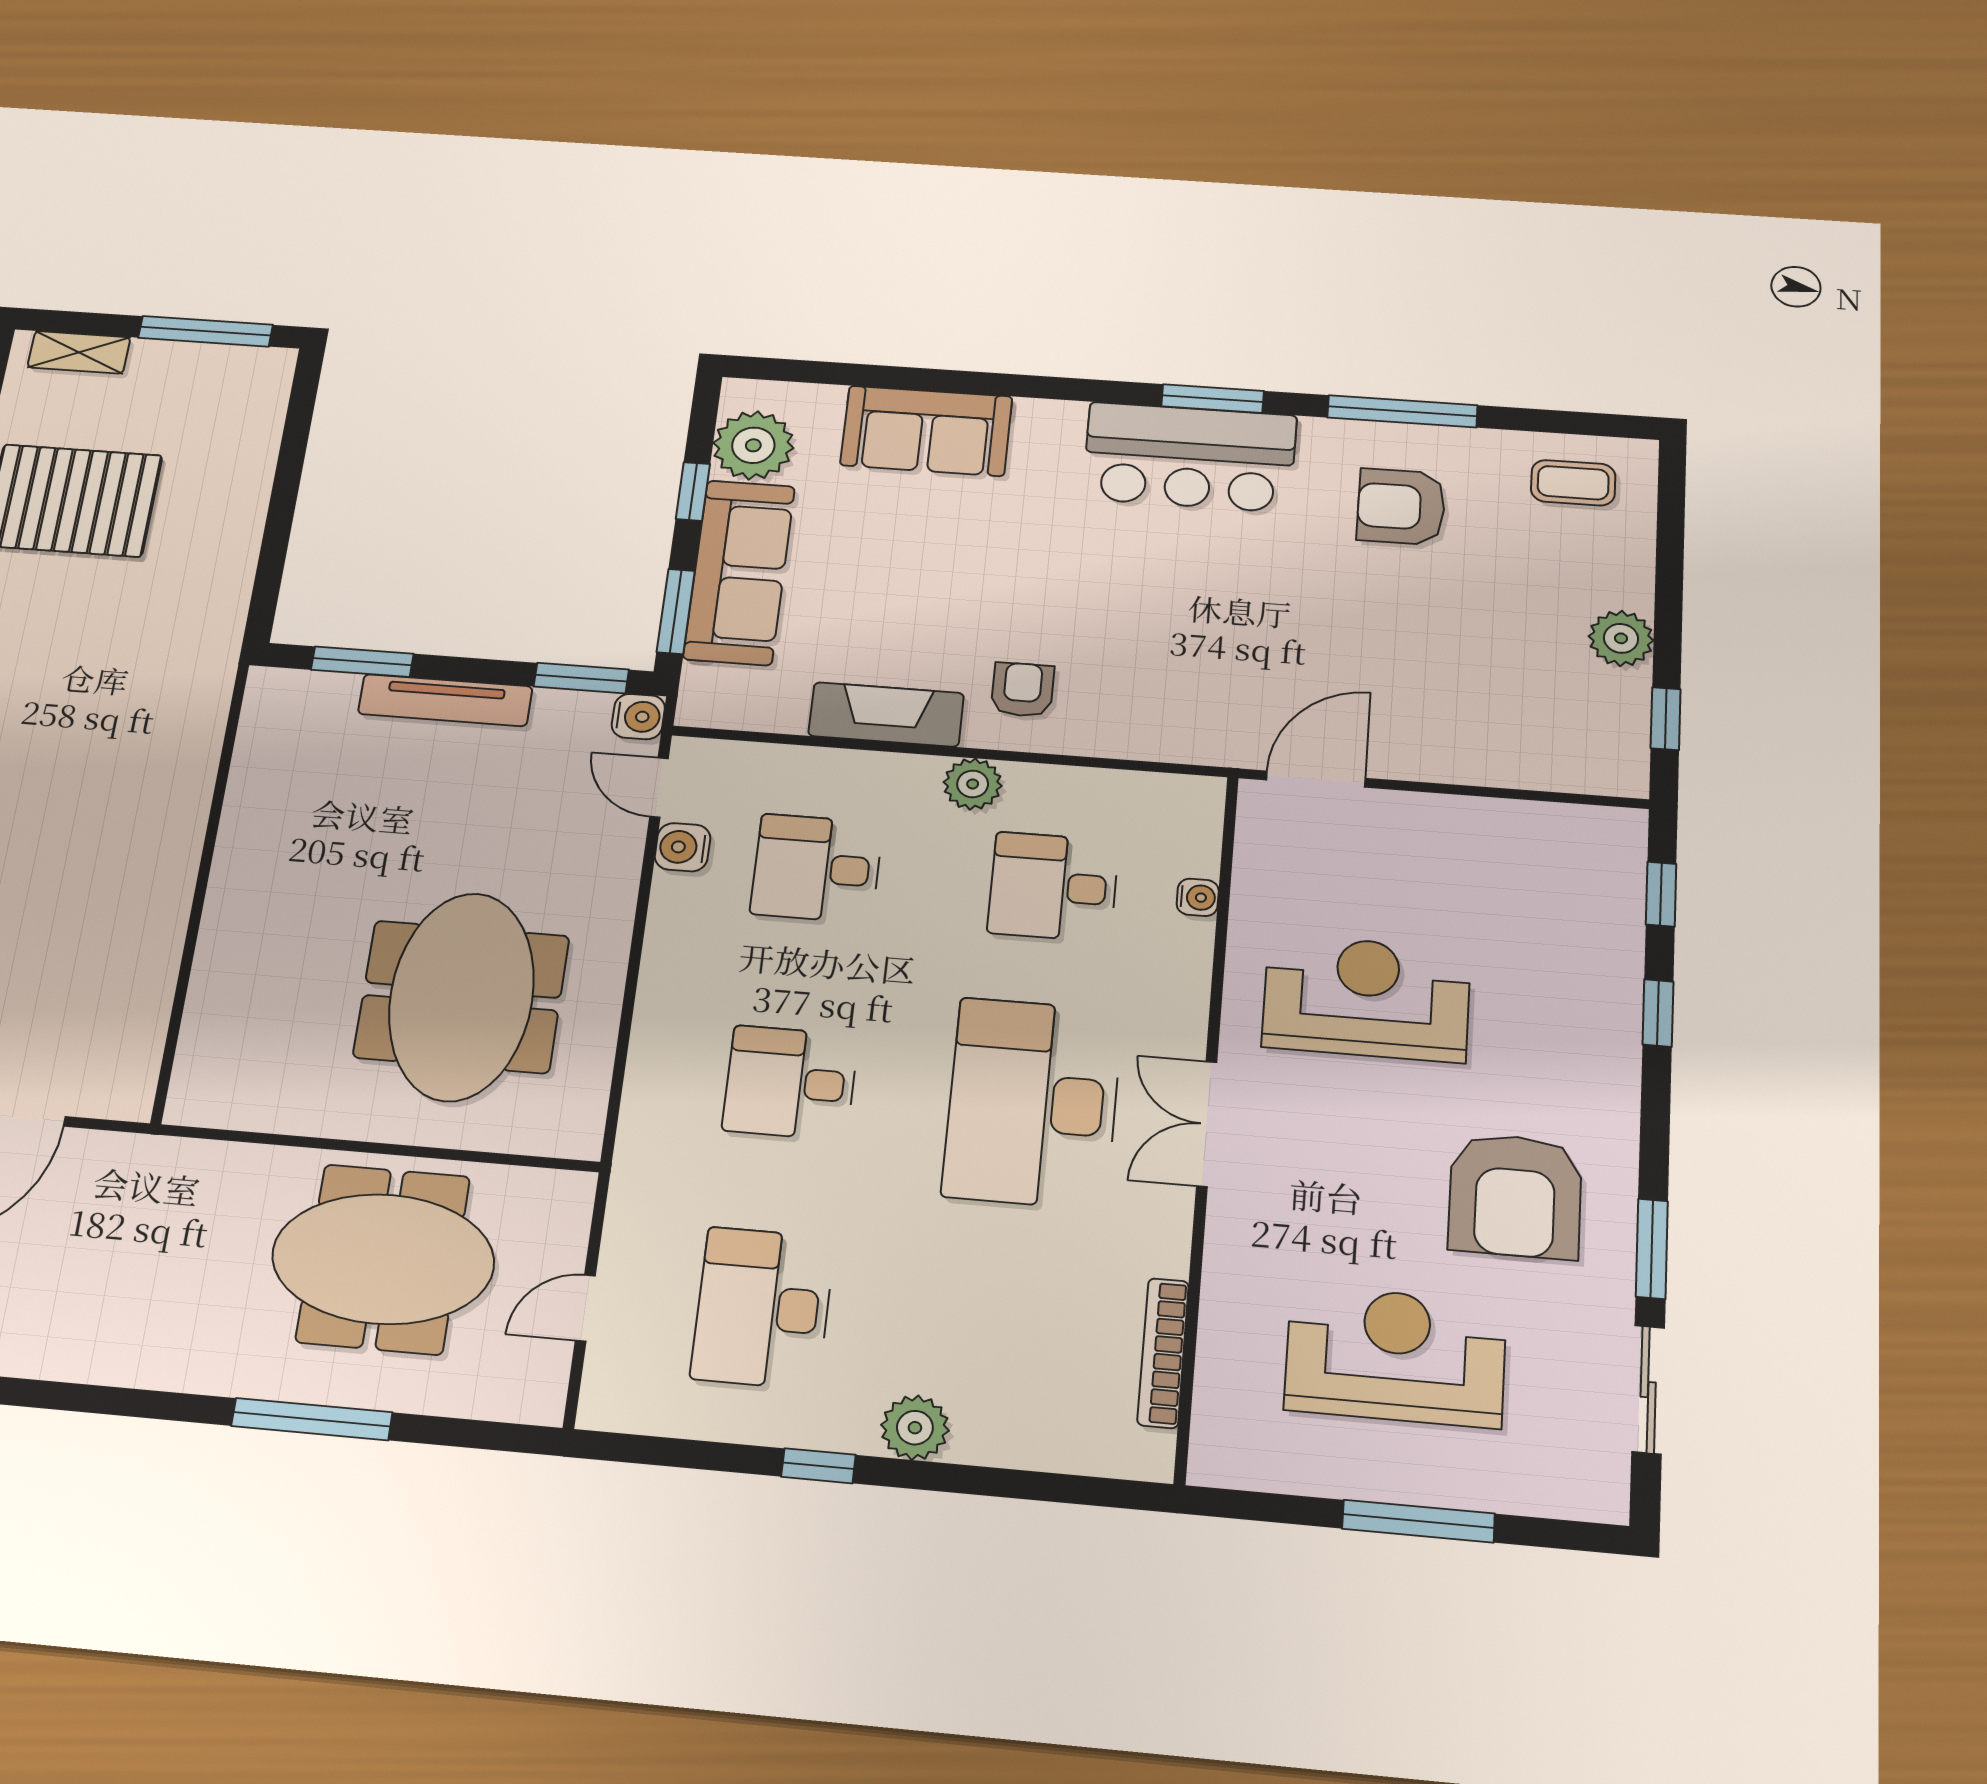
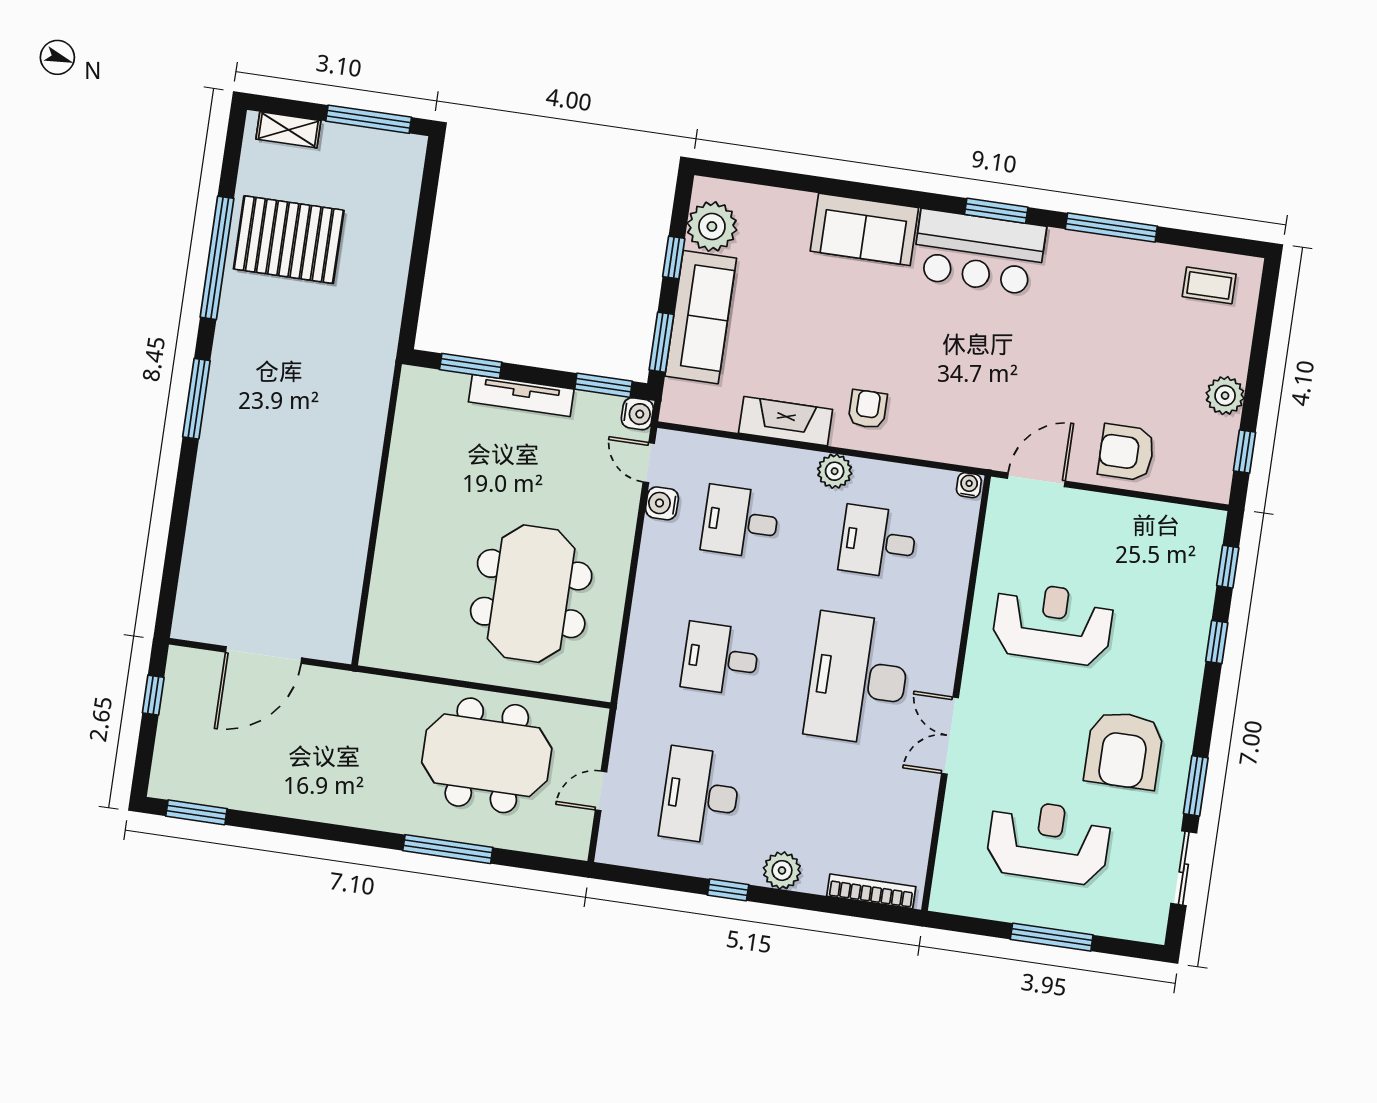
sofa: (926, 431) -> (864, 229), moved
armchair: (1401, 507) -> (1126, 452), moved
water cooler: (1198, 897) -> (969, 485), moved, turned -90
double door: (1207, 1124) -> (950, 736), moved
bookcase: (1163, 1353) -> (871, 891), moved, turned 90

